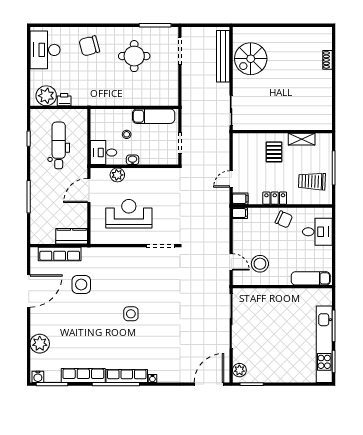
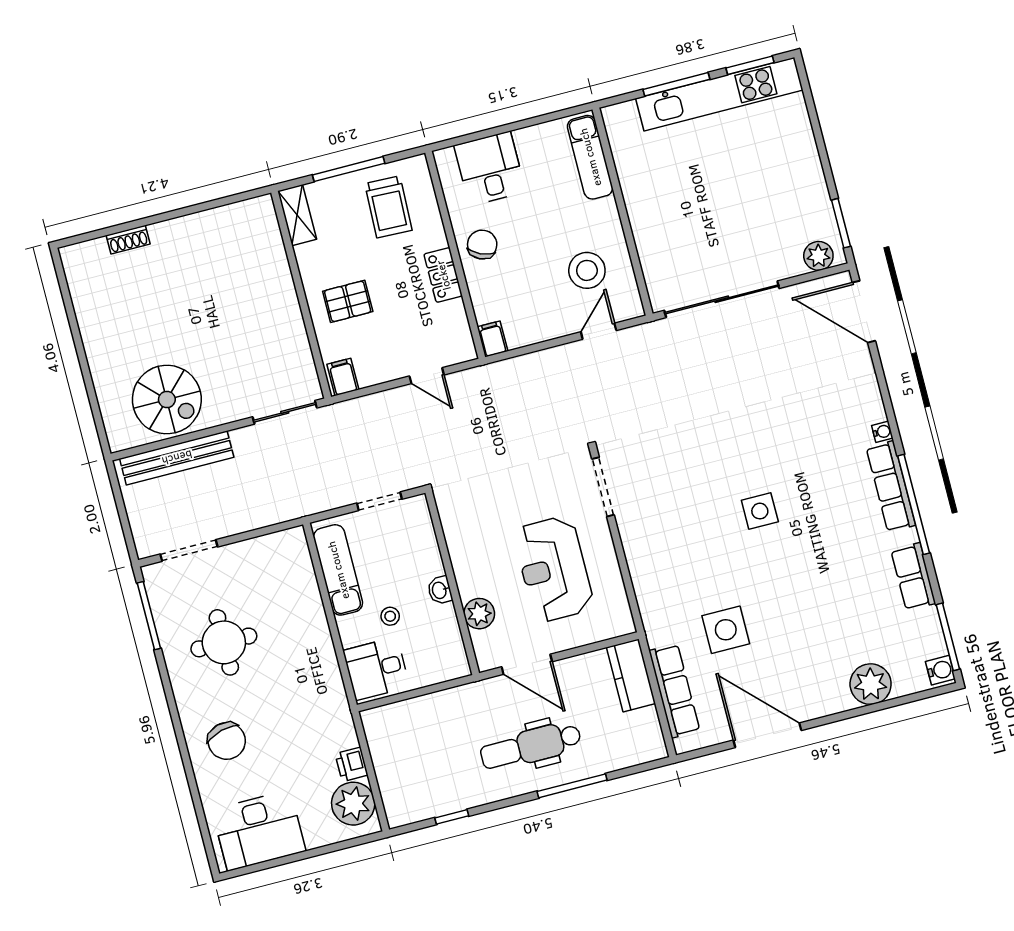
shelving: (302, 139) -> (297, 215), moved
dental chair: (59, 145) -> (531, 746), moved
desk: (104, 153) -> (376, 669), moved, turned 90
filing cabinet: (240, 199) -> (343, 377), moved
row of seats: (83, 375) -> (913, 577), width x0.68

